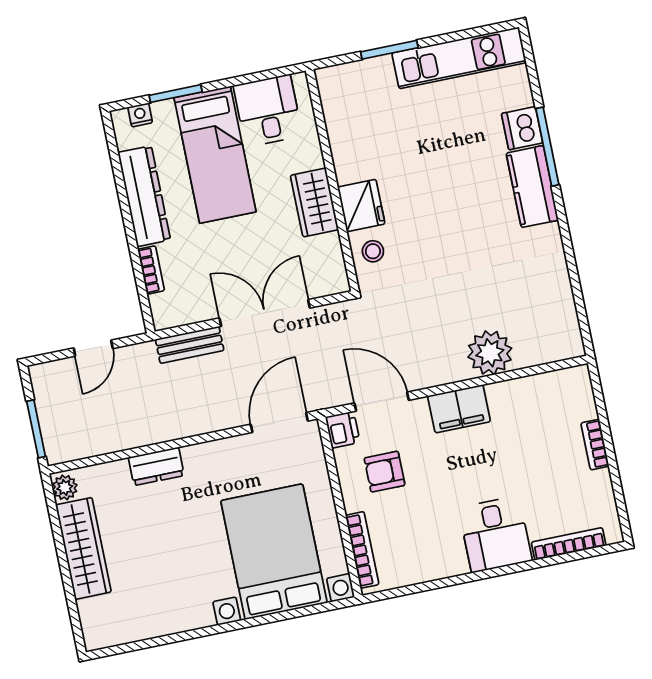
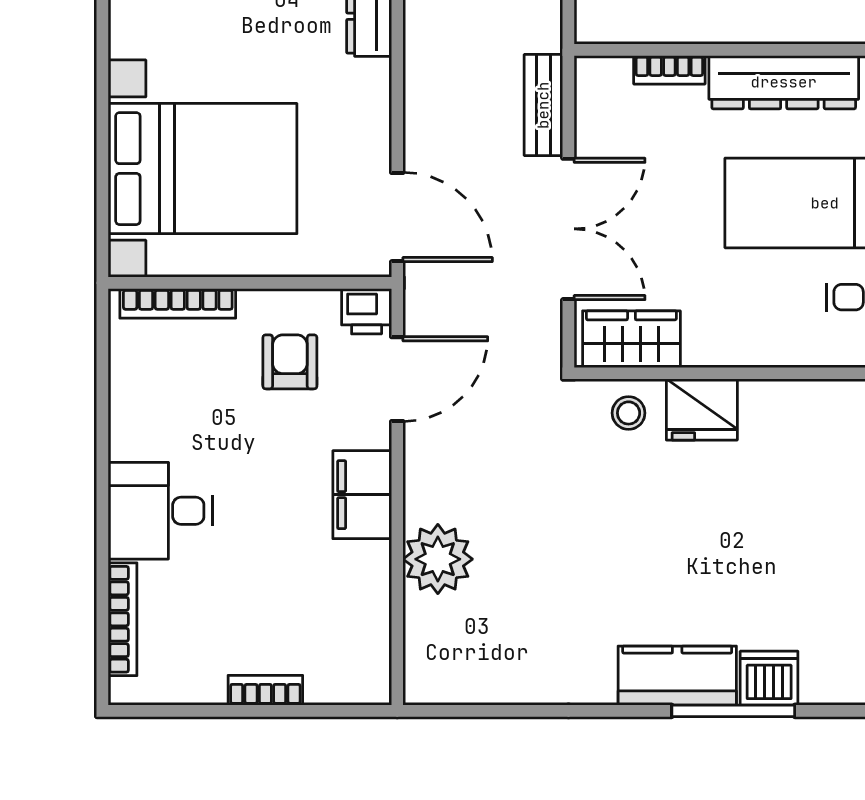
wardrobe: (314, 203) -> (631, 339), moved

